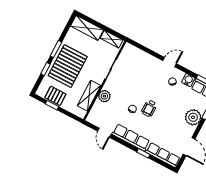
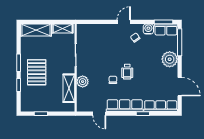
pallet: (68, 66) -> (37, 72), width x0.73, depth x0.71
pallet: (55, 96) -> (40, 104), removed

